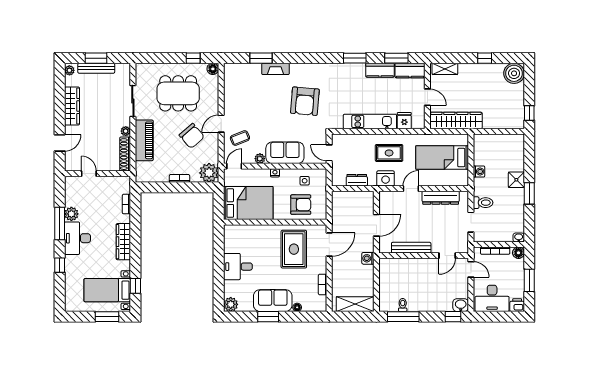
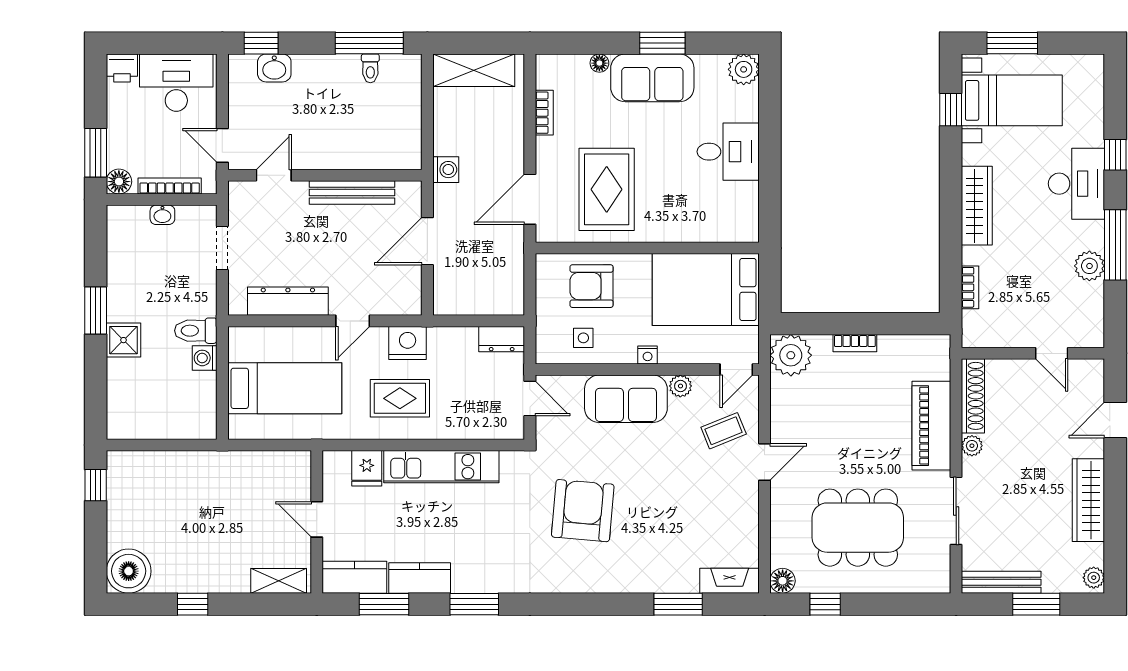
bench: (96, 68) -> (1001, 582), moved
fireplace: (275, 69) -> (730, 581), moved
wardrobe: (456, 120) -> (255, 469), removed
chair: (192, 136) -> (828, 435), removed
dresser: (357, 180) -> (502, 339), moved
toilet: (483, 203) -> (196, 331), moved
washbasin: (519, 237) -> (162, 215), moved
desk: (77, 238) -> (1076, 184), moved
window: (529, 280) -> (96, 153), moved
washbasin: (461, 305) -> (274, 68), moved

